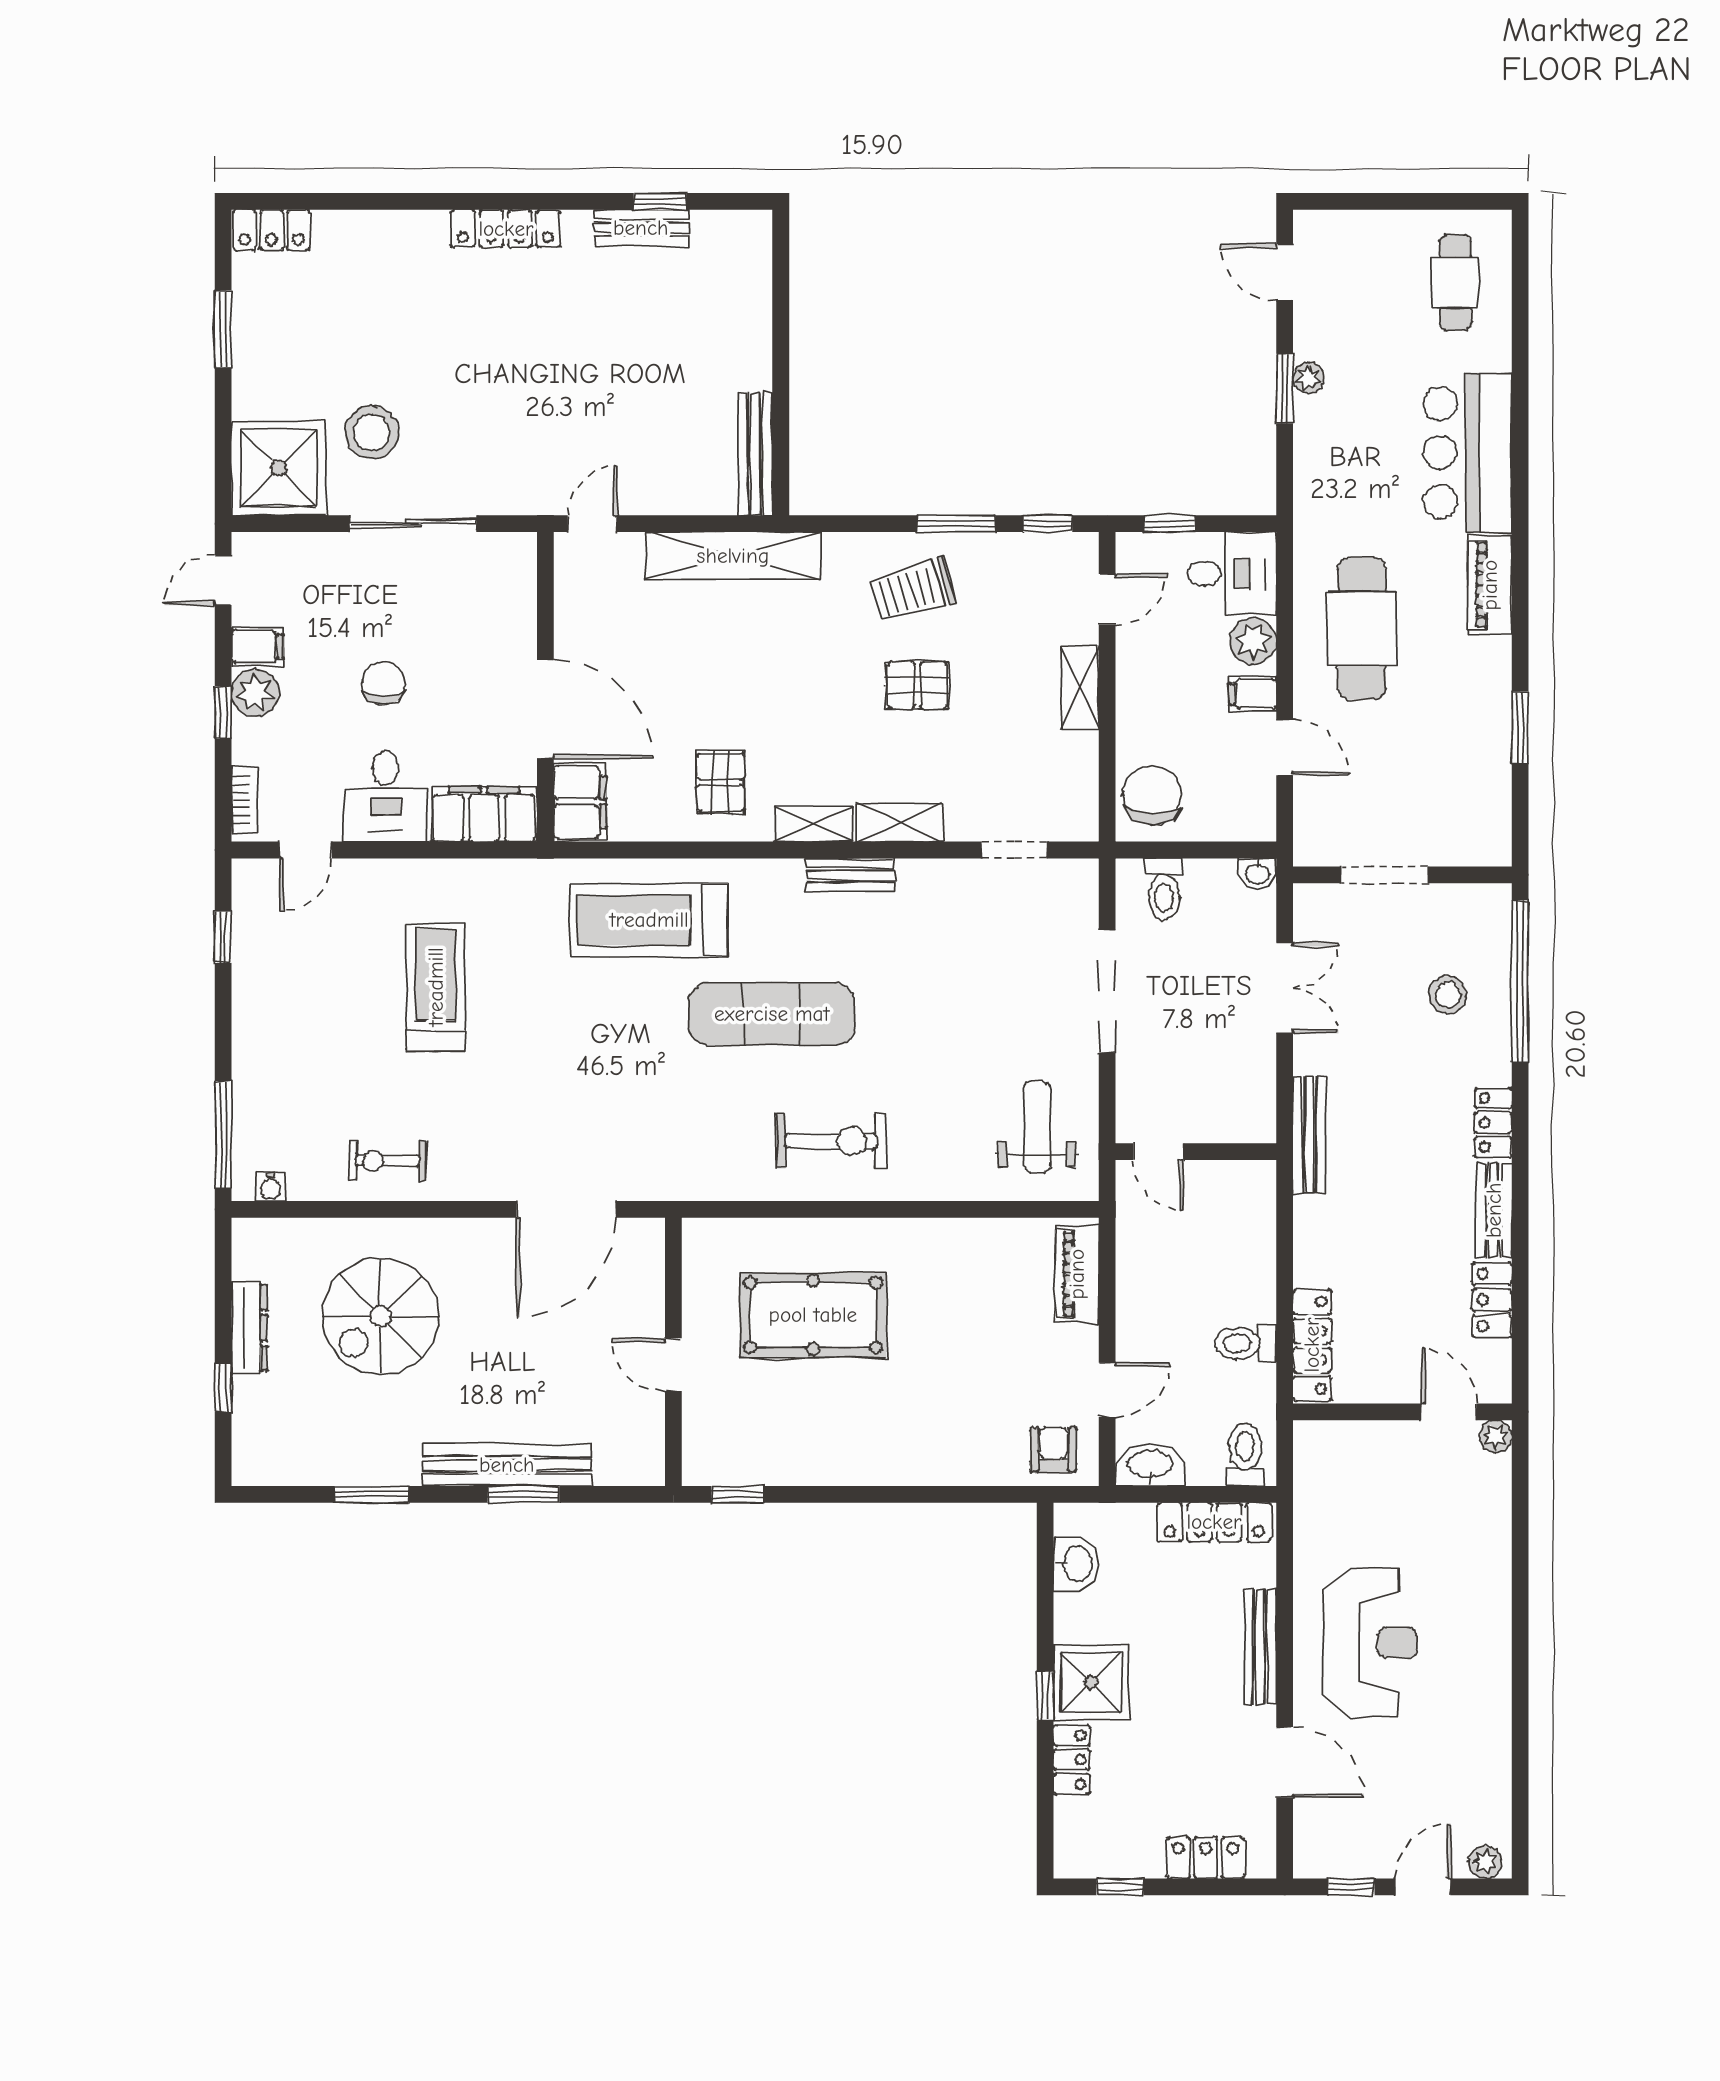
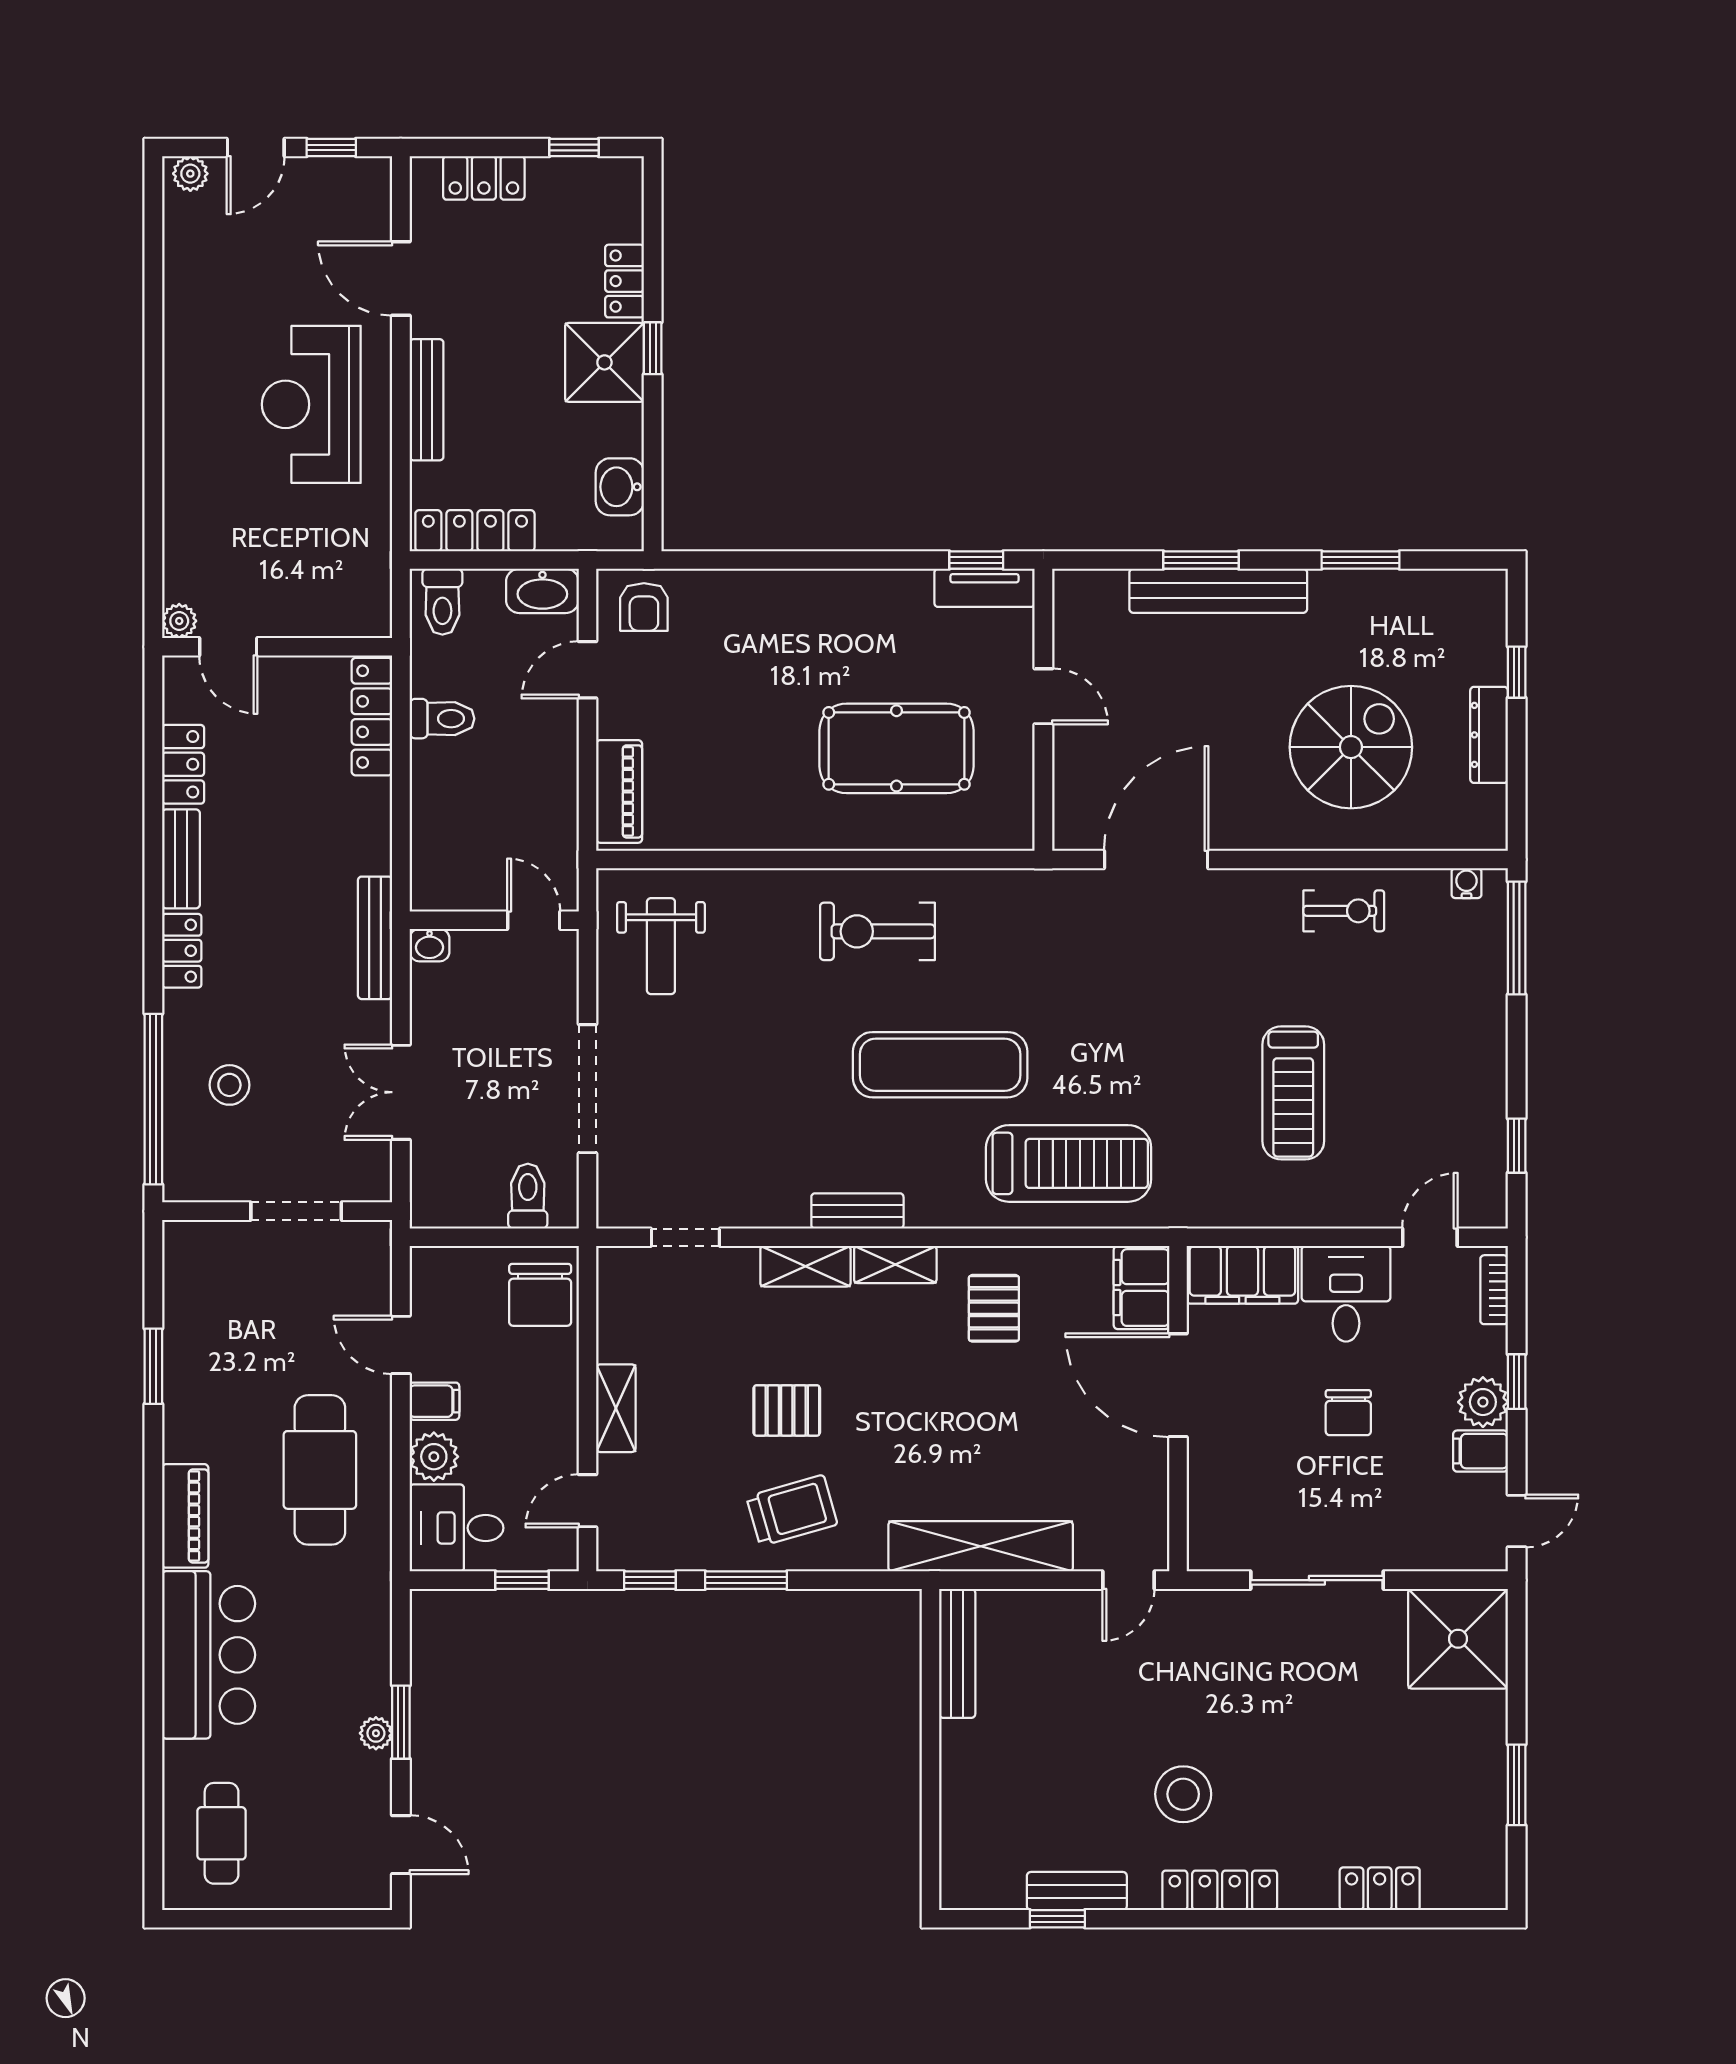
locker: (272, 230) -> (1380, 1889), moved
stool: (372, 432) -> (1183, 1794), moved
washbasin: (1257, 874) -> (429, 945), moved, turned 180
tv unit: (729, 1468) -> (985, 588), added

